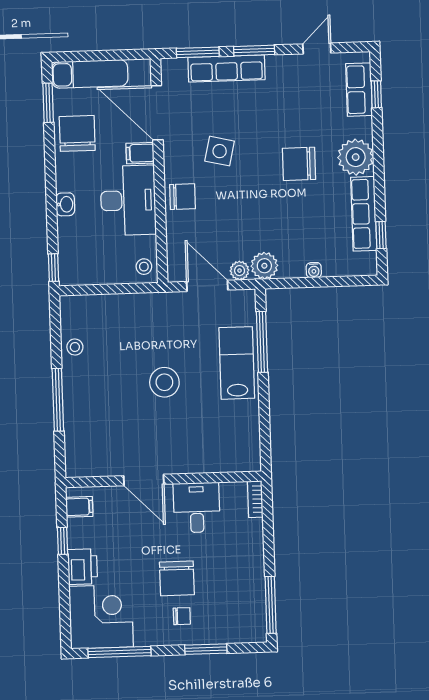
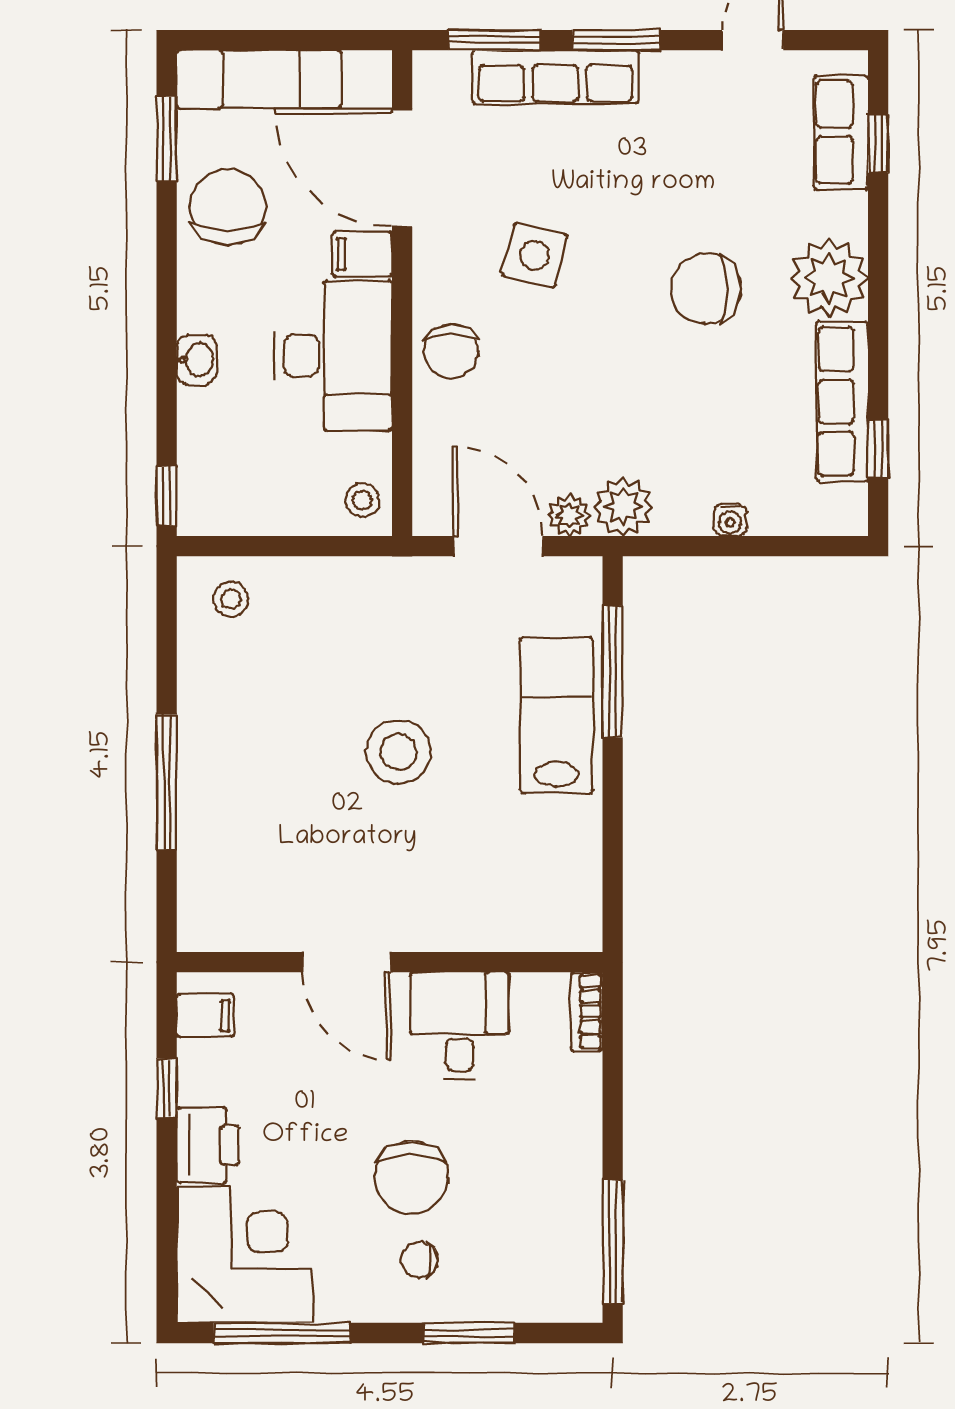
chair: (182, 197) -> (451, 351), turned 90
stool: (75, 347) -> (231, 599), moved
chair: (182, 616) -> (419, 1260), turned 180

